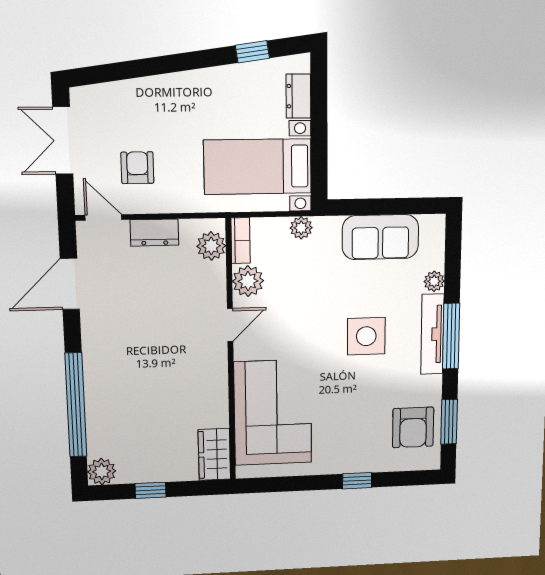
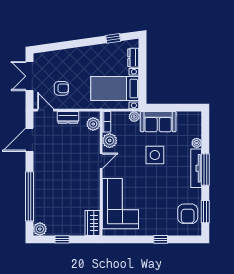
armchair: (137, 168) -> (61, 88), turned 90
sofa: (380, 237) -> (158, 122), moved
side table: (366, 336) -> (155, 155), moved

